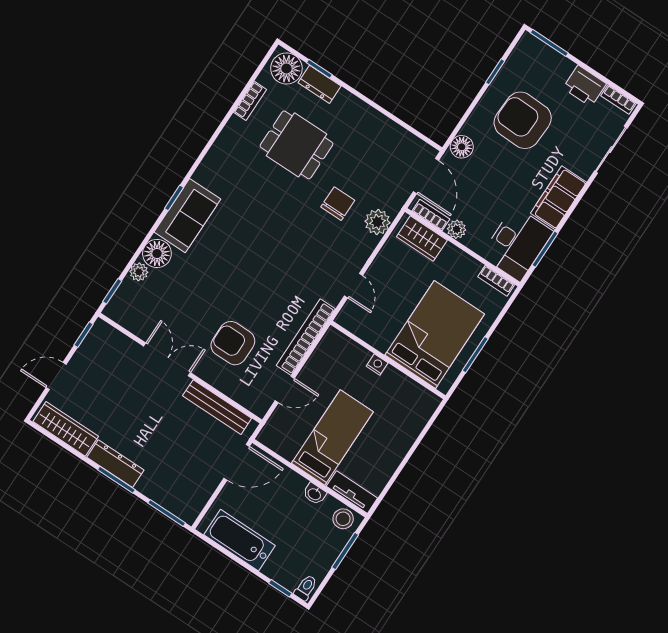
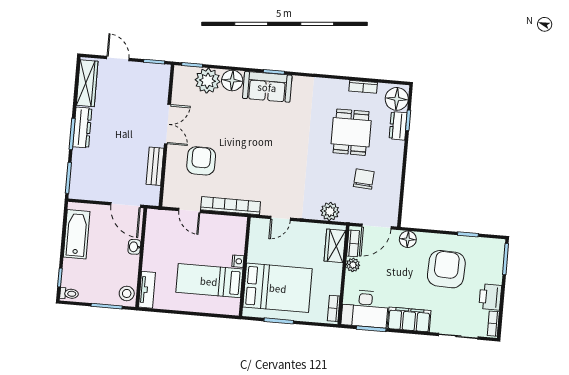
chair: (338, 204) -> (364, 179), moved, turned -86
plant: (139, 272) -> (208, 81), width x1.87, depth x1.87
bench: (217, 407) -> (155, 166), width x0.73
bed: (332, 438) -> (209, 281), moved, turned 180
washbasin: (315, 494) -> (134, 247), moved

